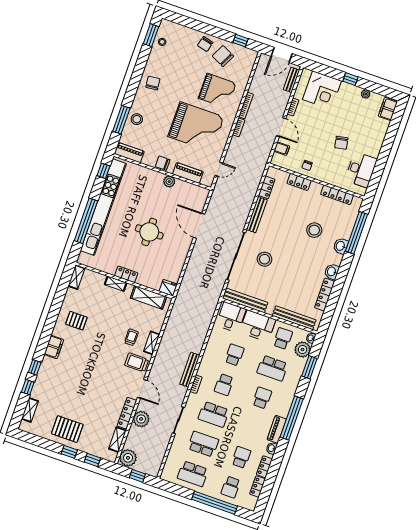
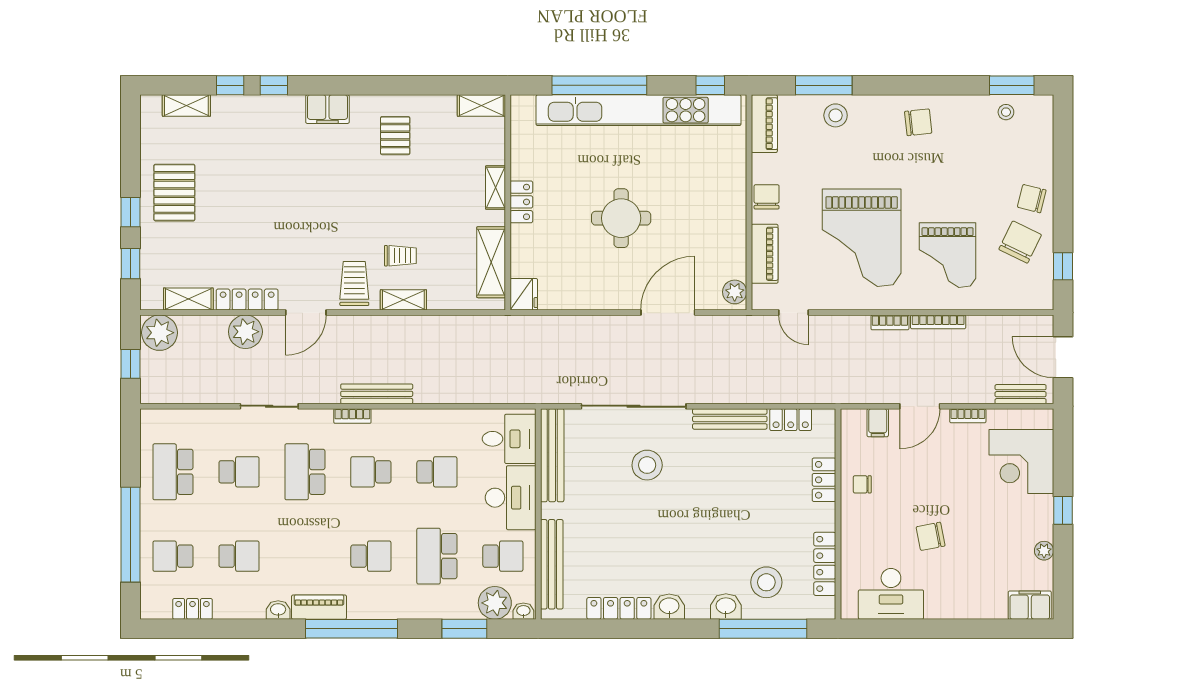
plant: (169, 182) -> (735, 292), moved
stool: (314, 230) -> (766, 582), moved
school desk: (203, 444) -> (239, 472), width x0.54
locker: (264, 467) -> (236, 609), removed

